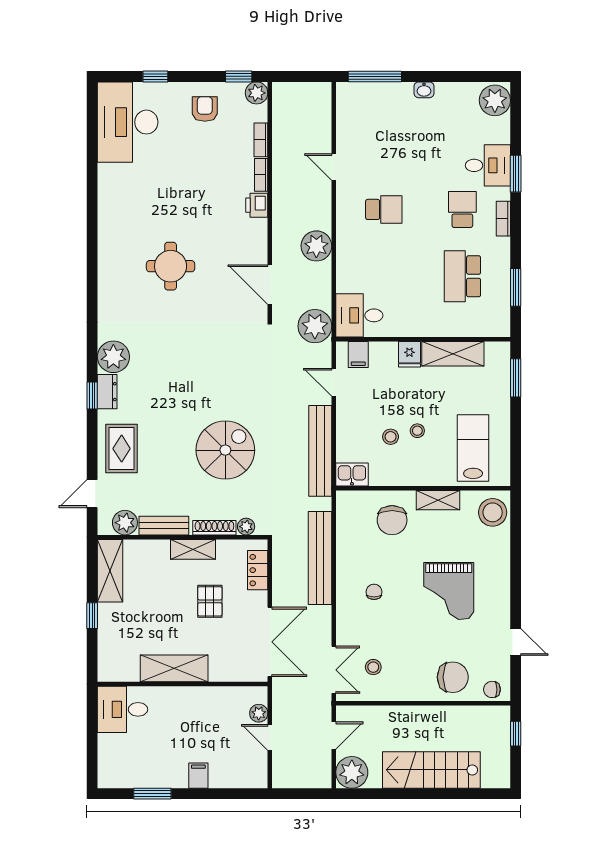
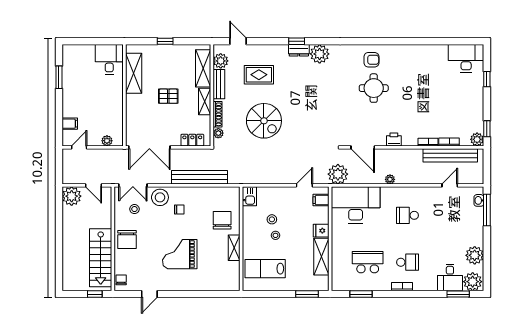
washbasin: (424, 90) -> (479, 200), moved
plant: (451, 97) -> (475, 255), added
armchair: (205, 109) -> (371, 60), moved
desk: (128, 122) -> (466, 58), width x0.73, depth x0.77
desk: (488, 165) -> (450, 277), moved
door: (334, 167) -> (450, 185), moved
window: (516, 174) -> (458, 294), moved
printer: (257, 205) -> (394, 140), moved
school desk: (384, 209) -> (407, 215), turned 90
plant: (316, 246) -> (390, 179), width x0.53, depth x0.53
door: (270, 285) -> (363, 147), swing flipped
desk: (359, 315) -> (356, 205), width x1.87, depth x1.30
lab bench: (473, 448) -> (265, 269), turned 180
rug: (122, 449) -> (259, 75), moved
bench: (320, 451) -> (450, 155), moved
stool: (493, 512) -> (160, 197), moved
chair: (392, 520) -> (222, 220), turned 90
shelving: (110, 571) -> (203, 68), moved, turned 90
pallet: (210, 601) -> (168, 96), moved
shelving: (174, 668) -> (134, 73), moved
chair: (453, 677) -> (127, 239), moved
door: (270, 737) -> (79, 147), moved
stairs: (431, 770) -> (101, 258), moved, turned 180
filing cabinet: (198, 776) -> (70, 124), moved

